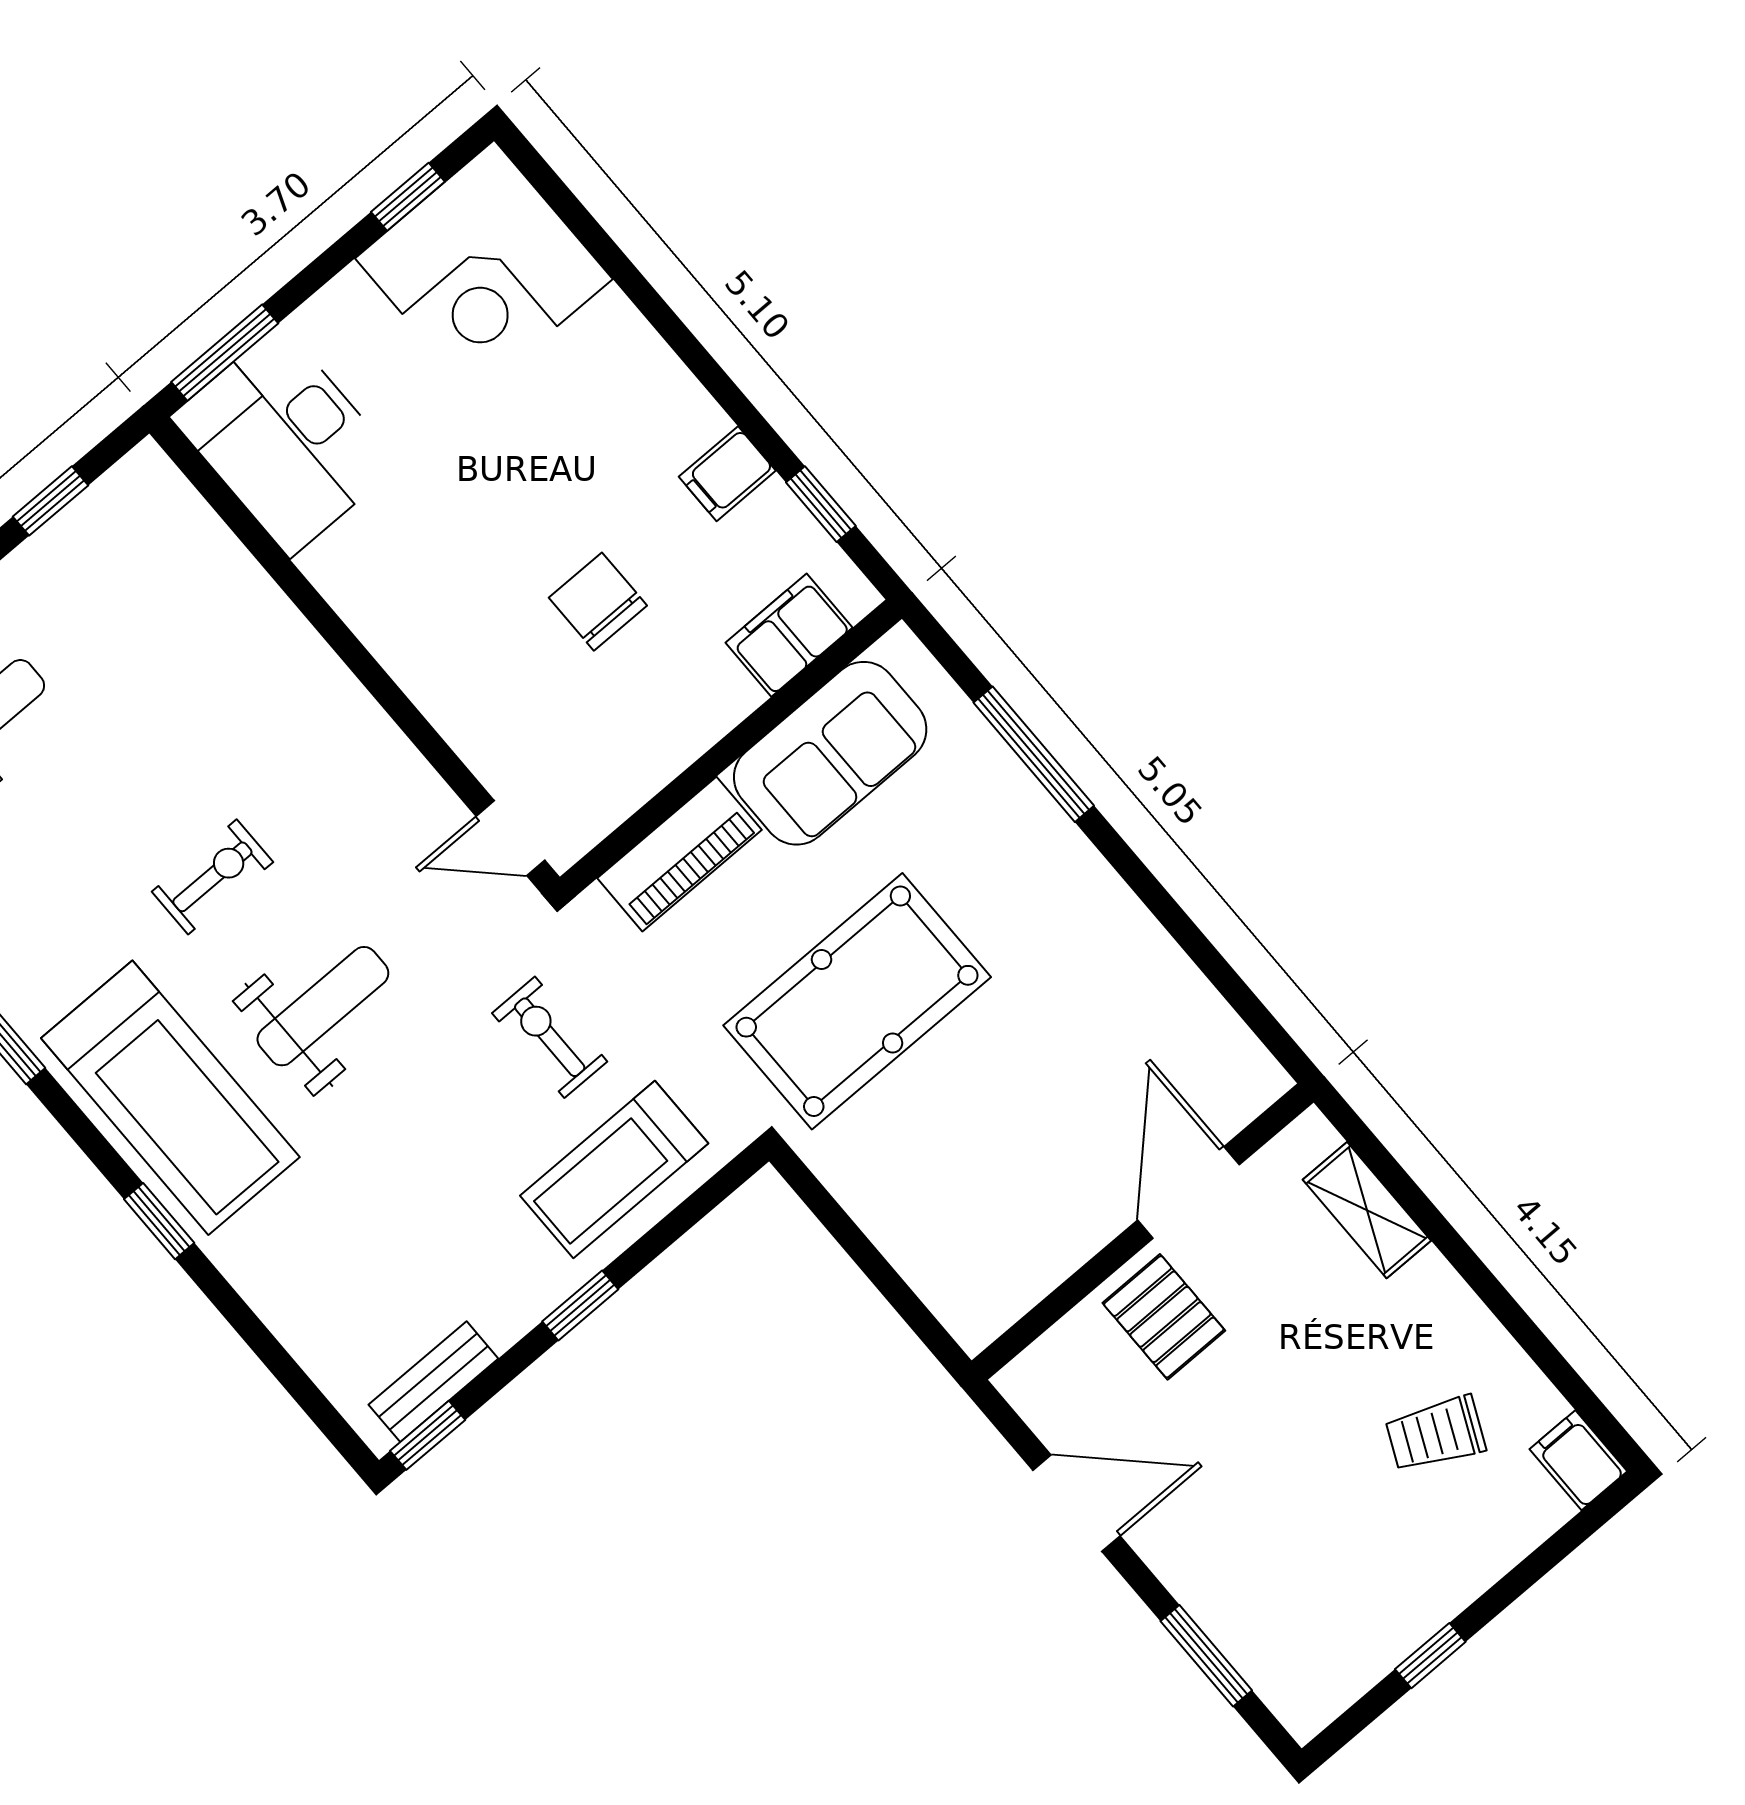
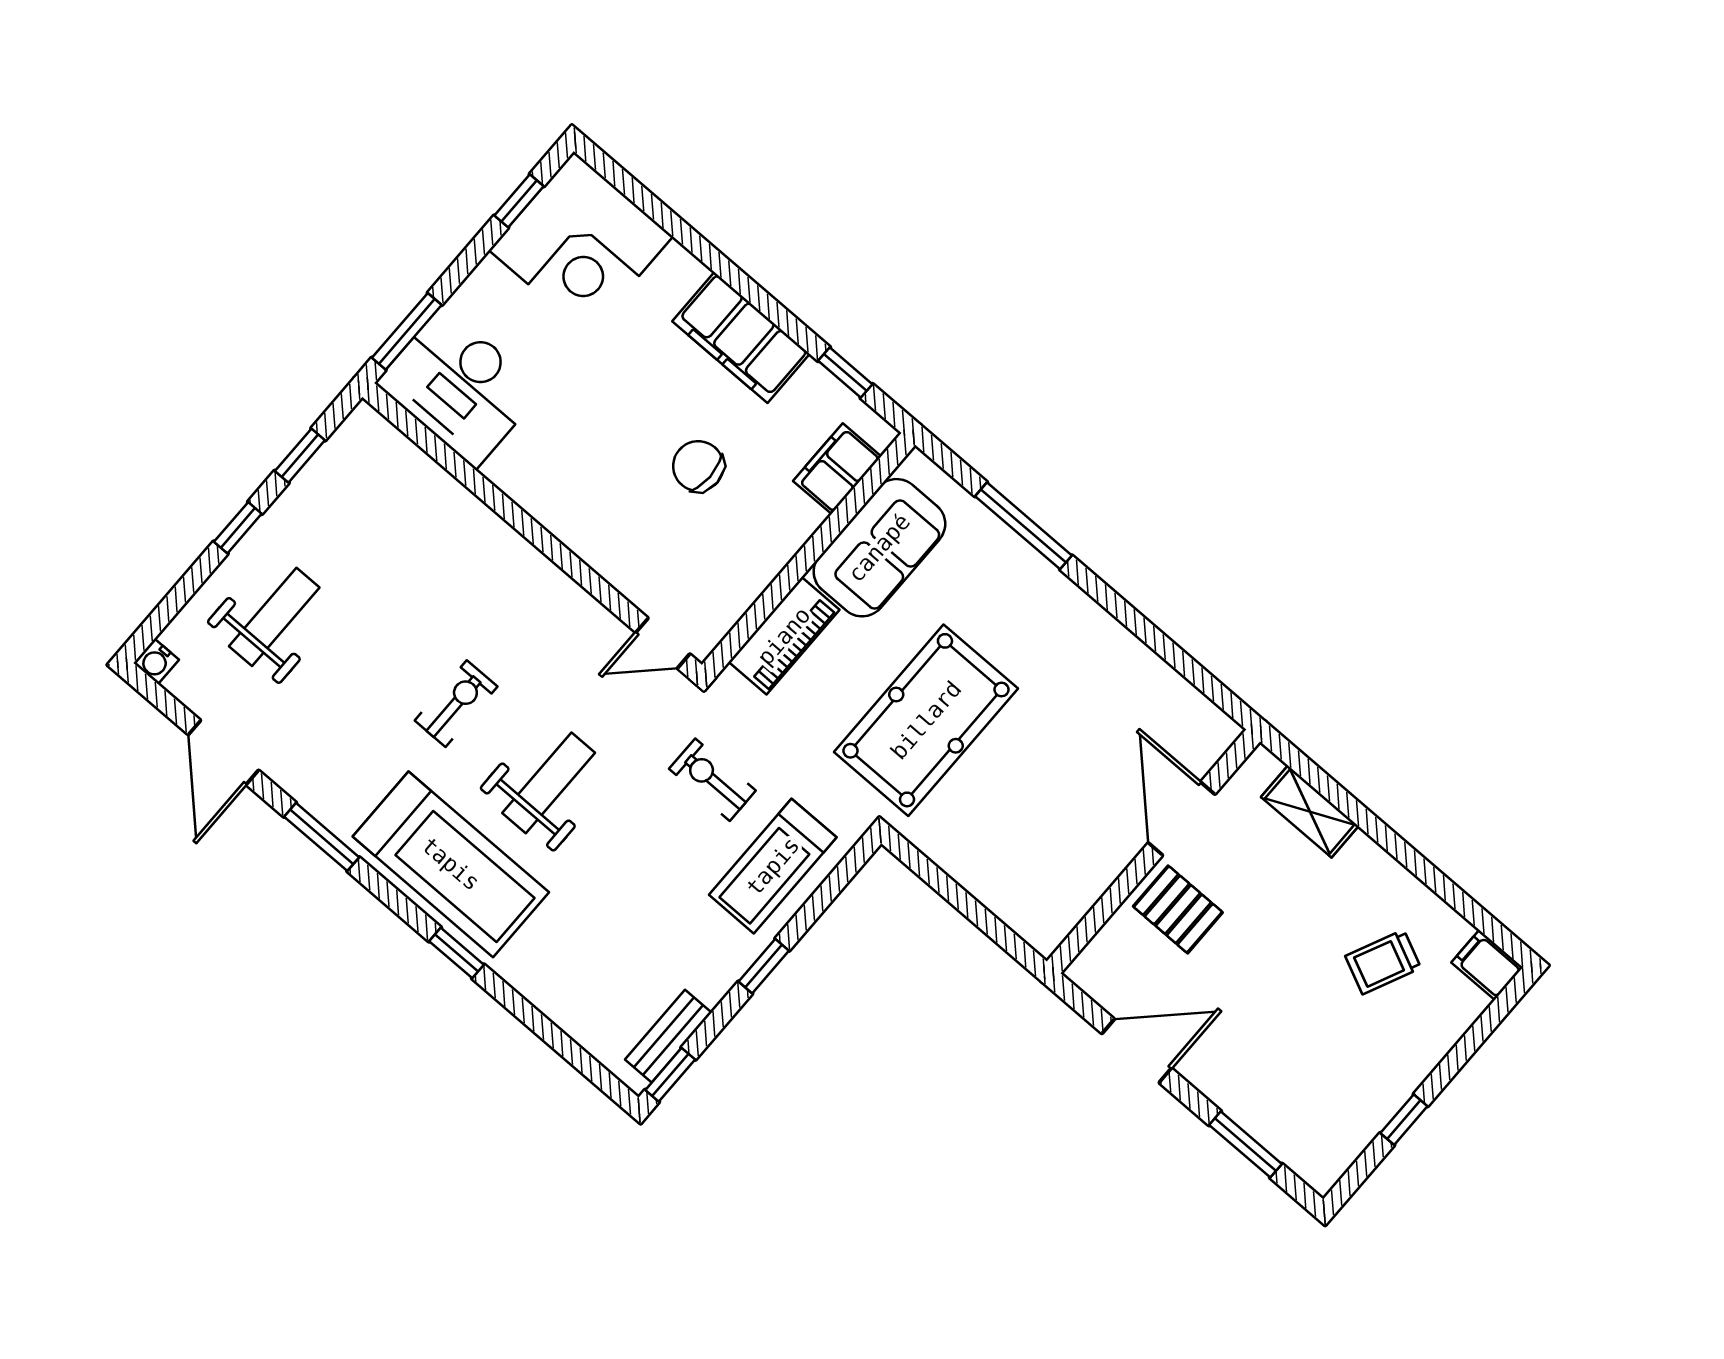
filing cabinet: (727, 474) -> (741, 338), width x3.00, depth x1.17

